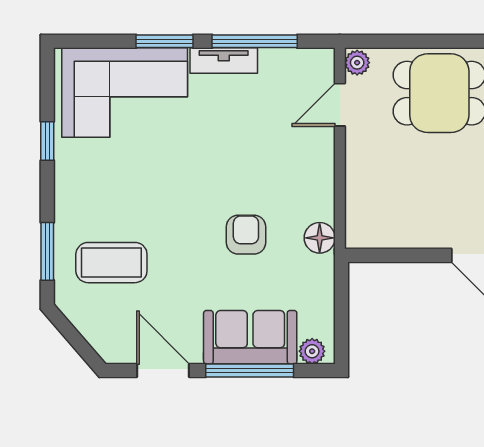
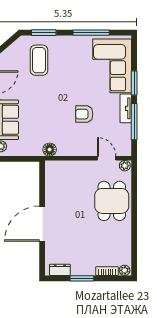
window: (47, 141) -> (91, 33), width x2.17
armchair: (246, 235) -> (84, 114), moved, turned 180

